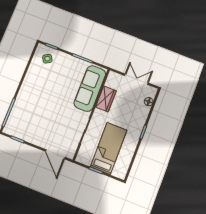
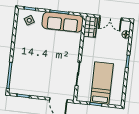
double door: (136, 79) -> (111, 18), swing flipped
sofa: (90, 88) -> (63, 22), moved, turned -90
wardrobe: (106, 99) -> (90, 27), moved

